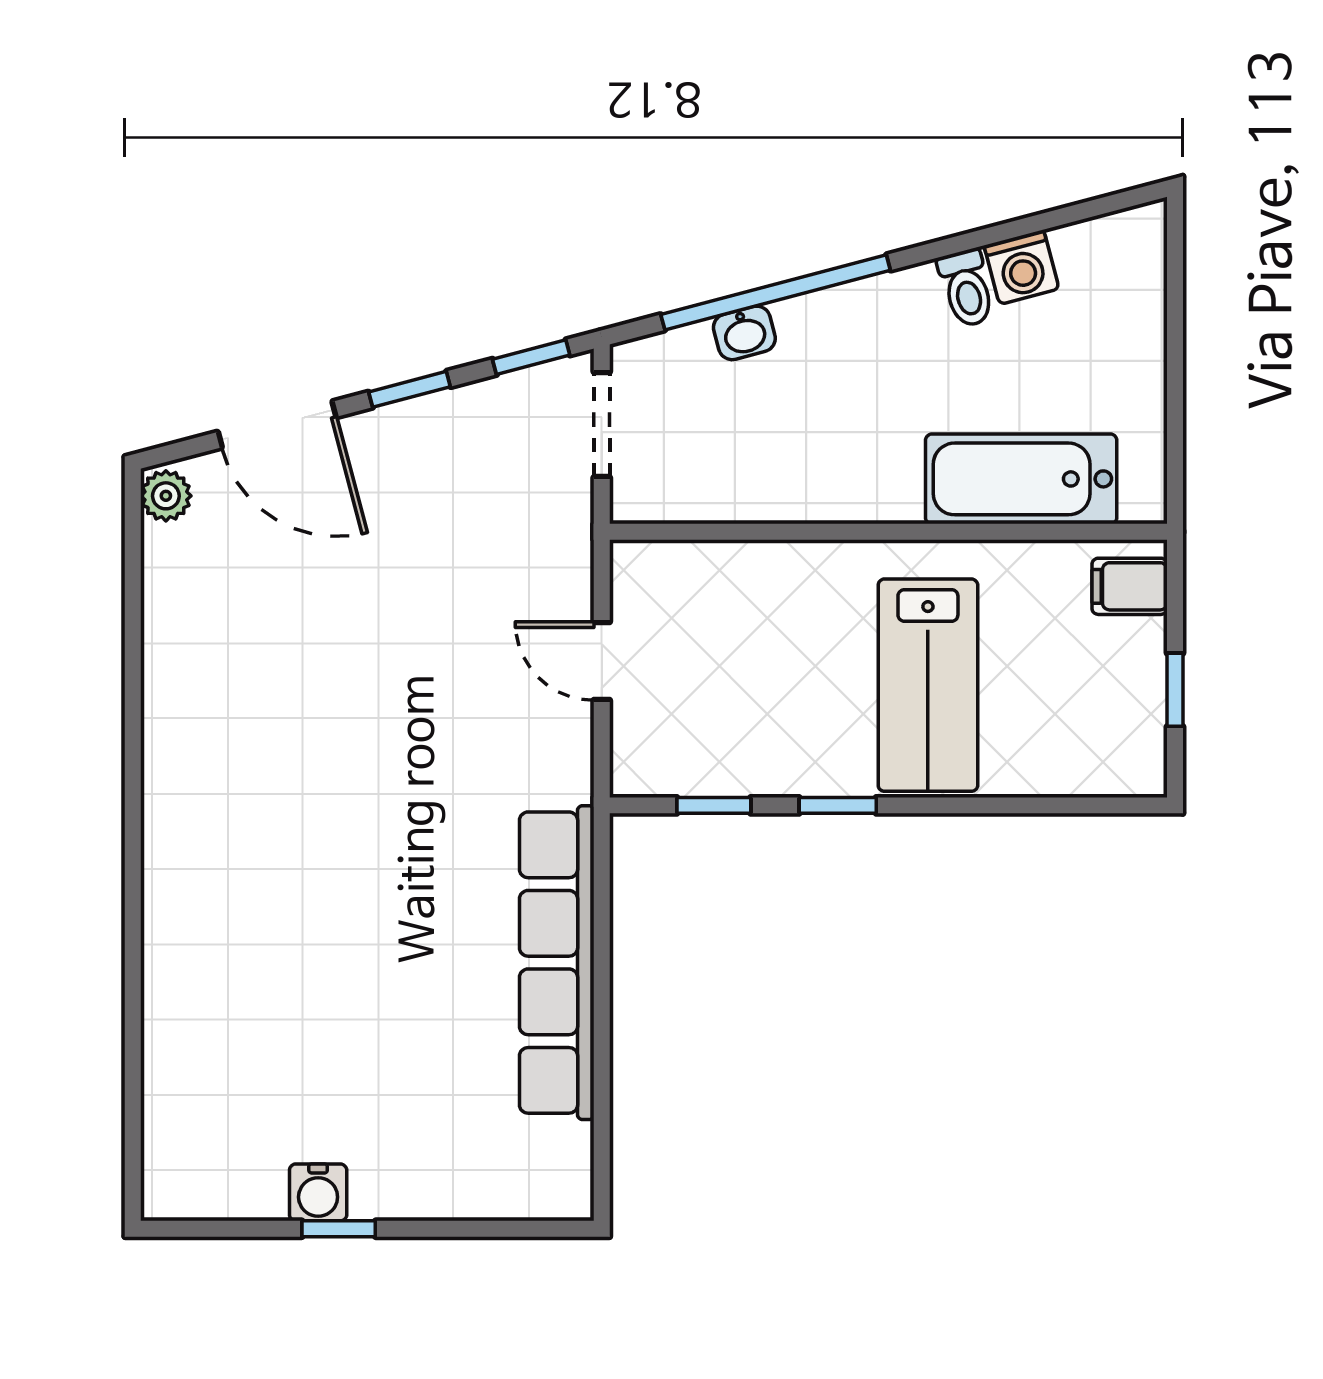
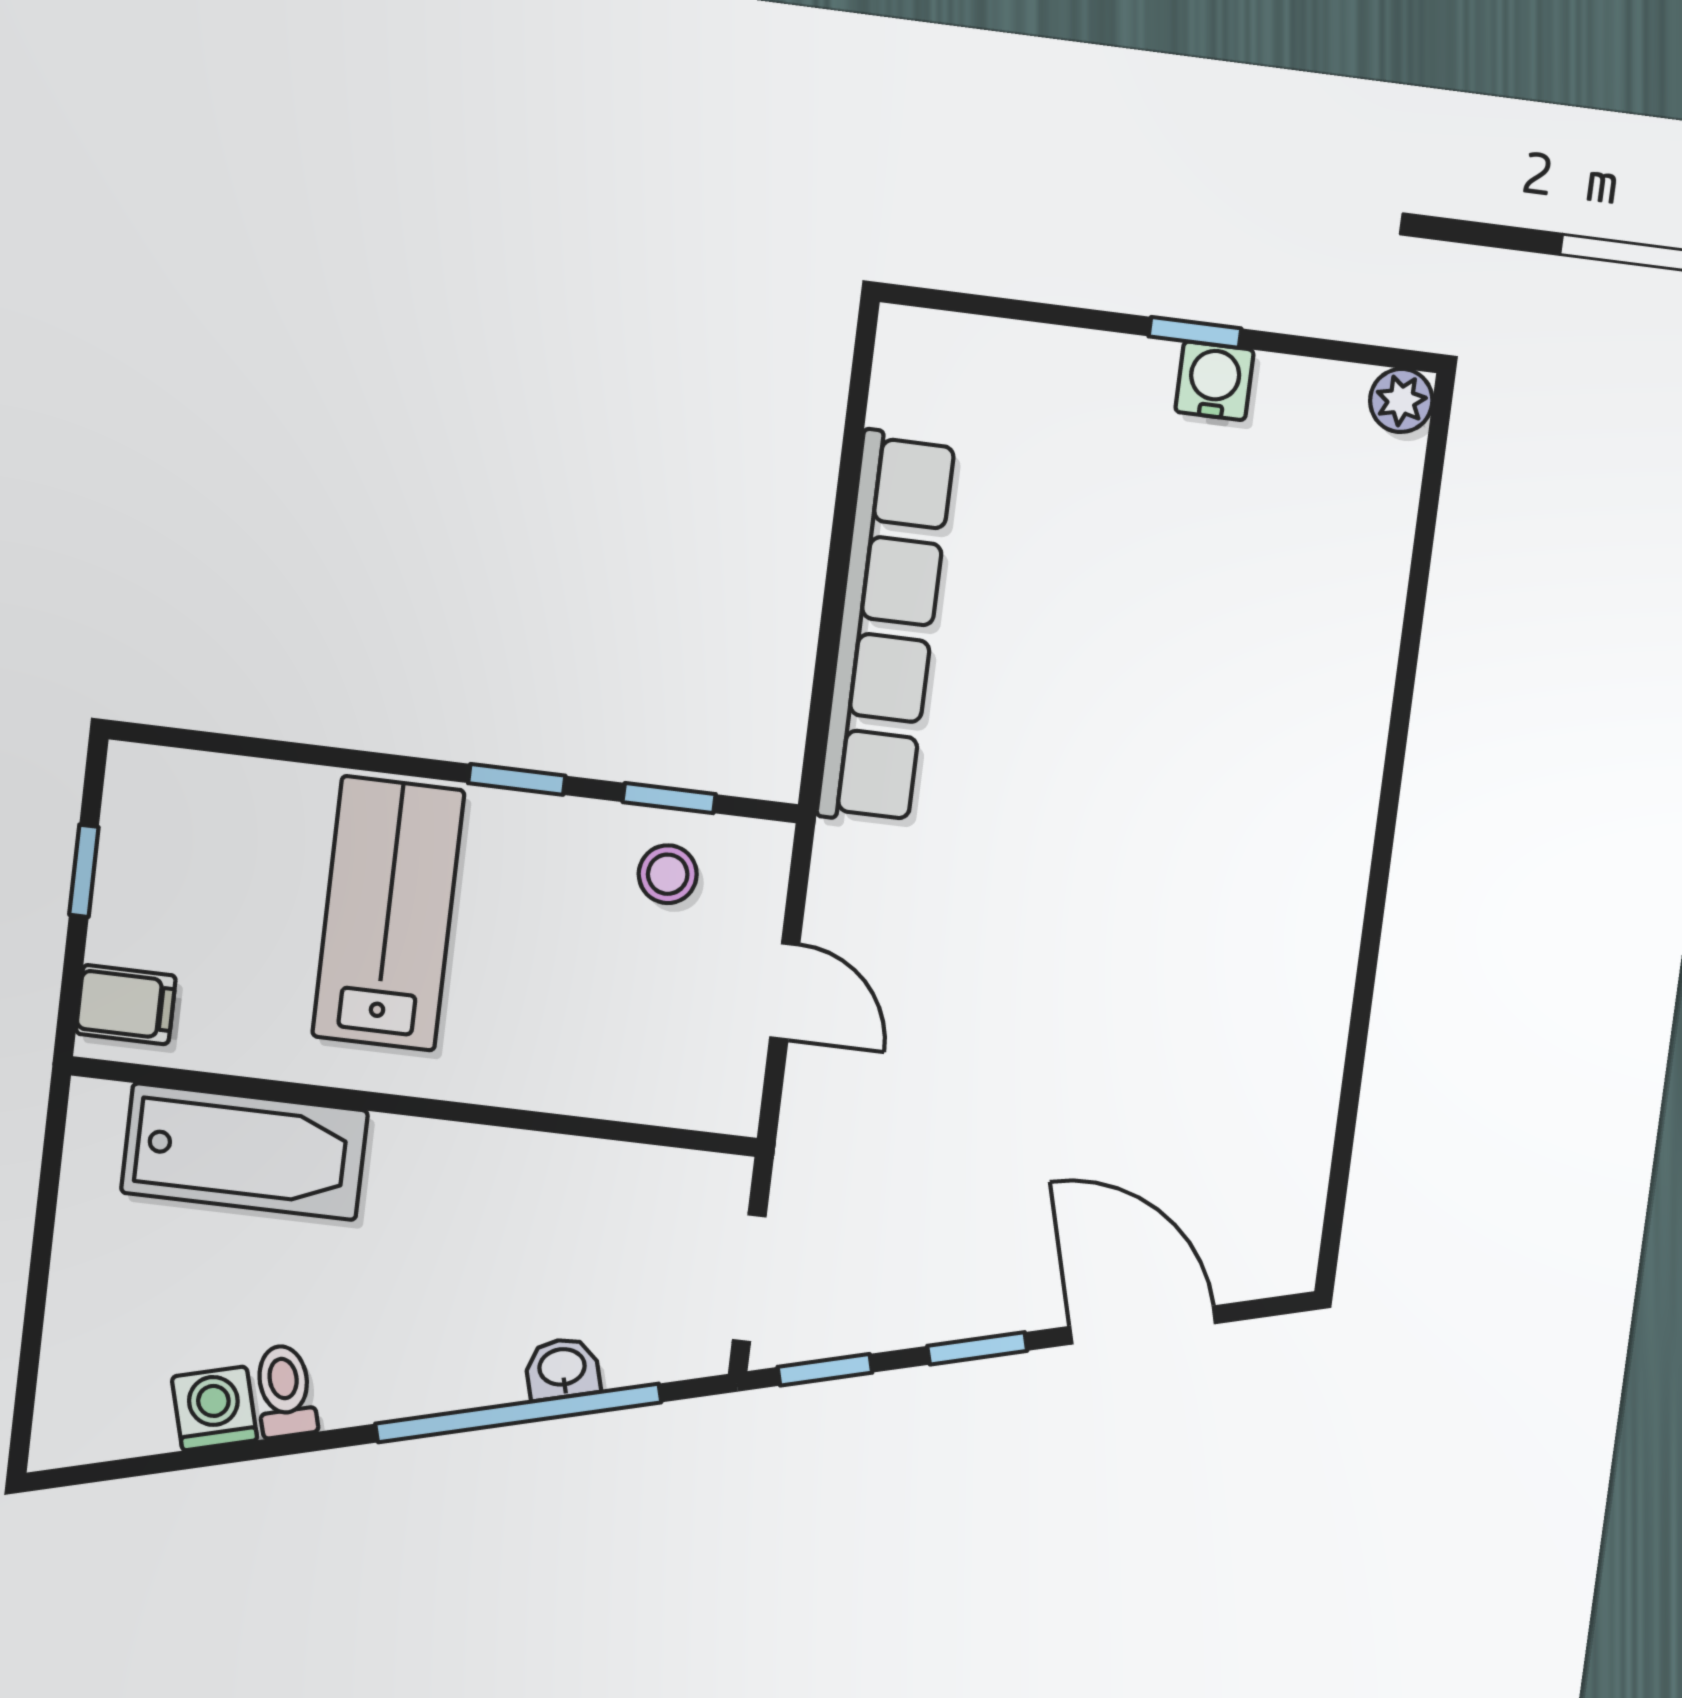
plant: (166, 496) -> (1401, 400), moved
stool: (708, 744) -> (668, 874), added

